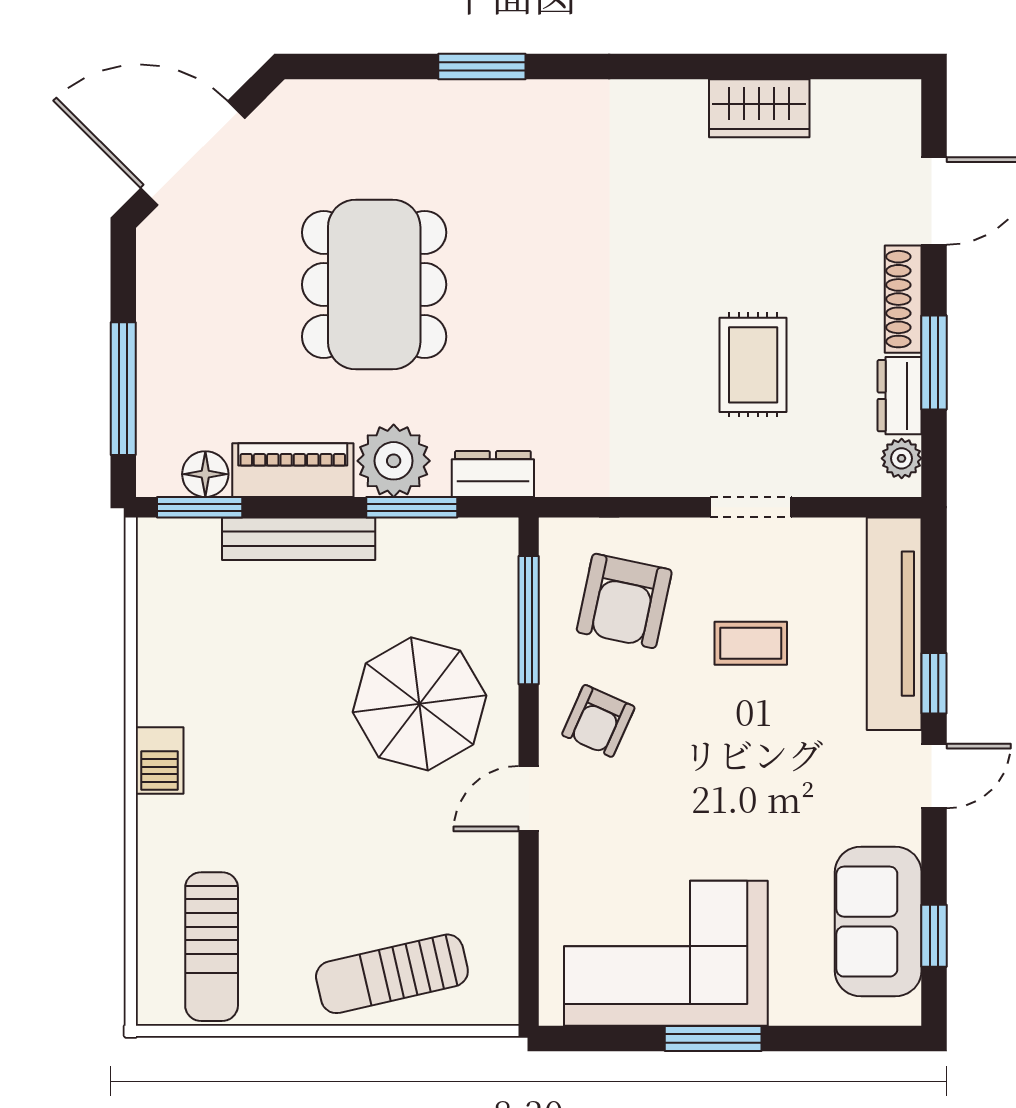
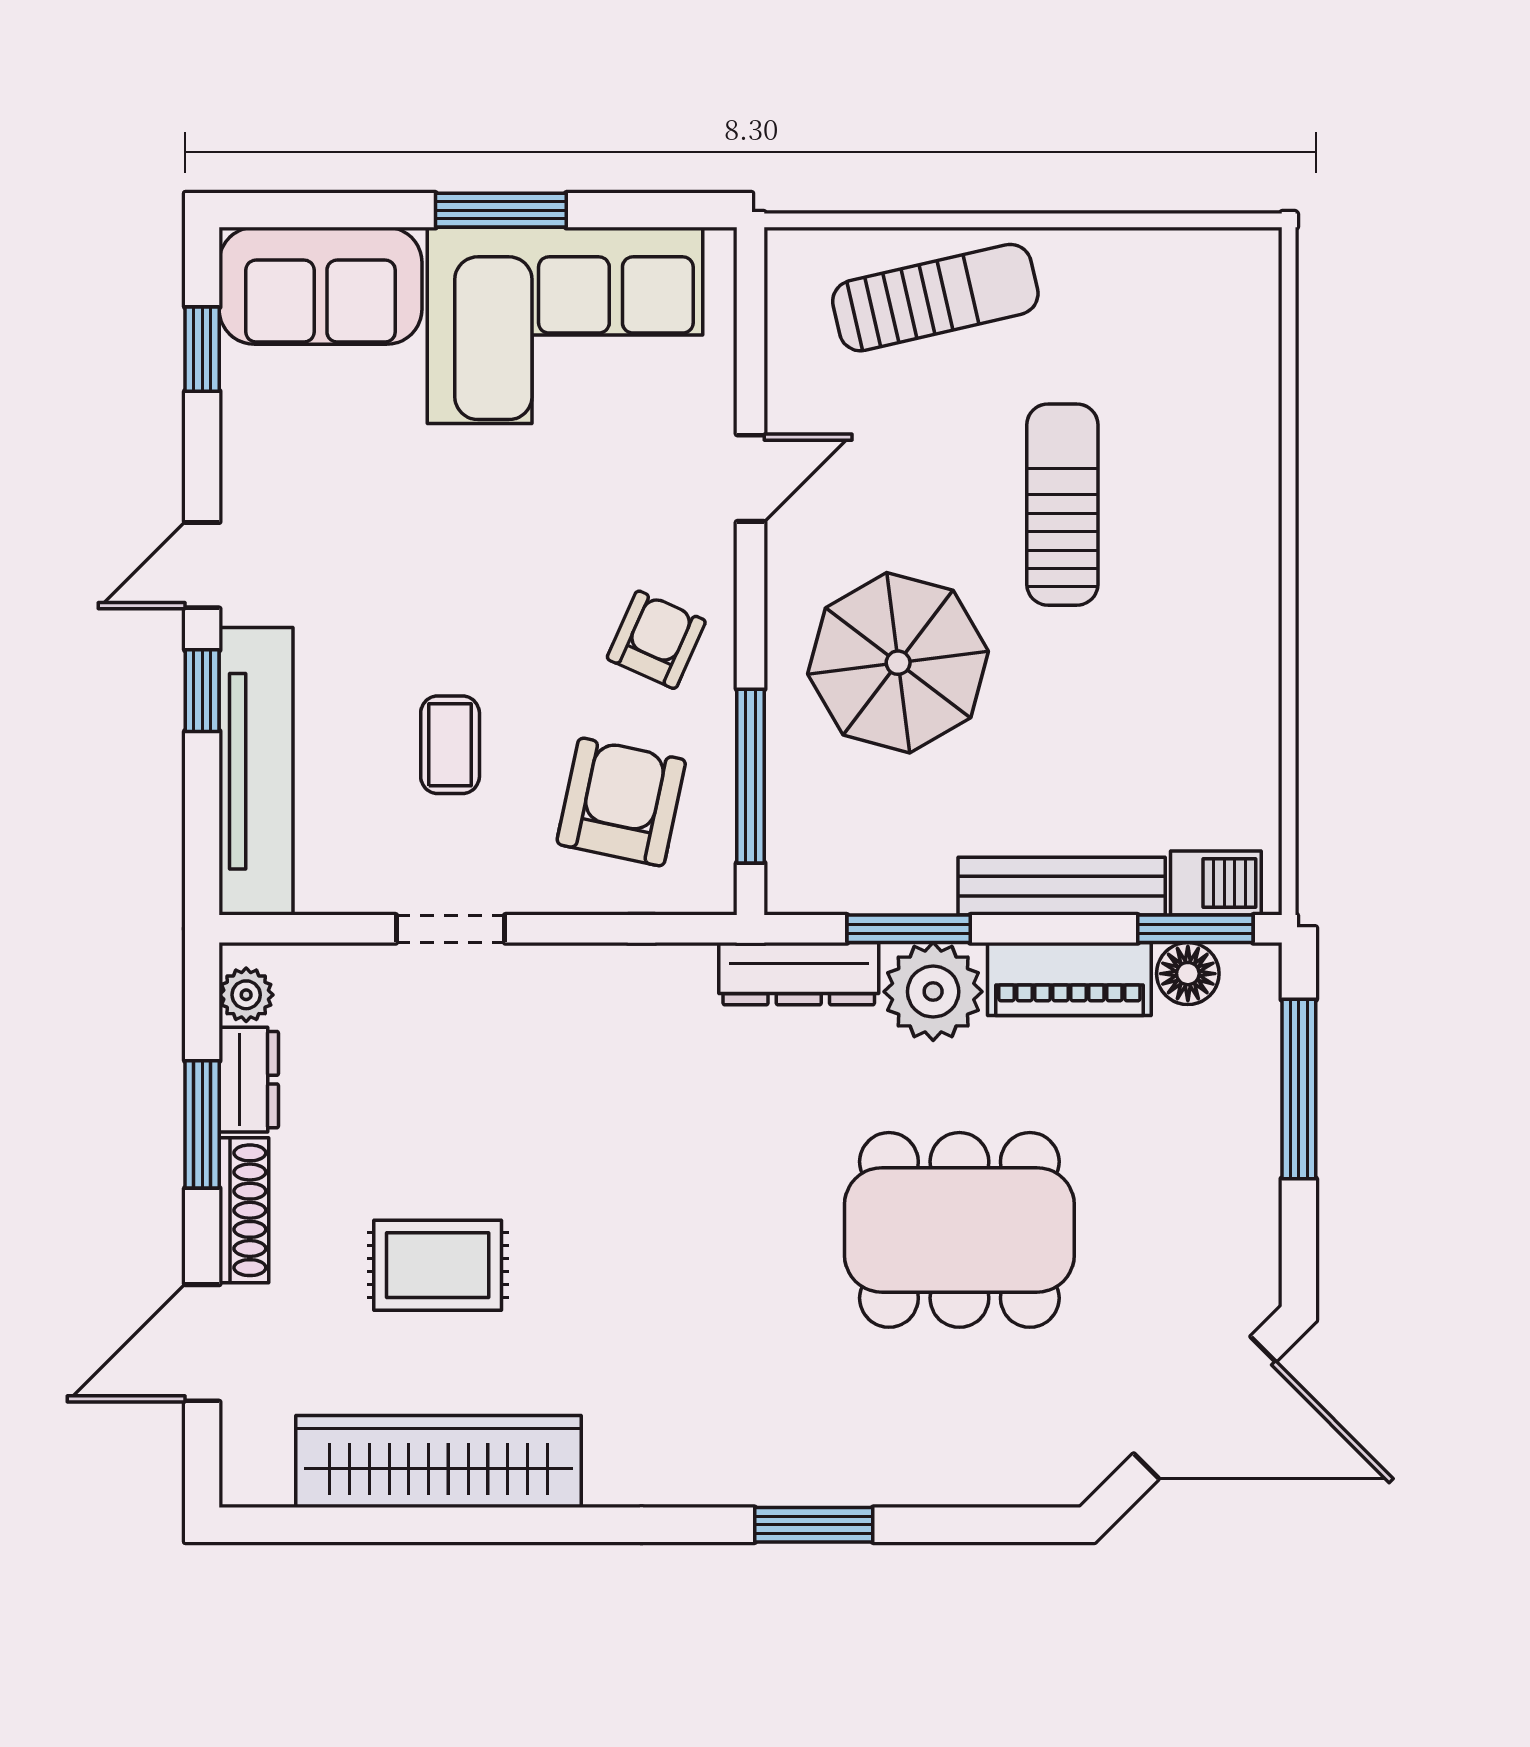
wardrobe: (759, 108) -> (439, 1462), width x2.10, depth x1.17
dining table: (374, 285) -> (959, 1230), turned 90
rug: (753, 365) -> (438, 1265), moved, turned 90
dresser: (493, 474) -> (799, 974), width x1.44
coffee table: (751, 643) -> (450, 745), turned 90
barbecue: (160, 760) -> (1216, 883), moved, turned 90
door: (529, 799) -> (751, 478), moved
sofa: (878, 922) -> (321, 286), moved, turned 90
sun lounger: (212, 947) -> (1062, 505), moved

